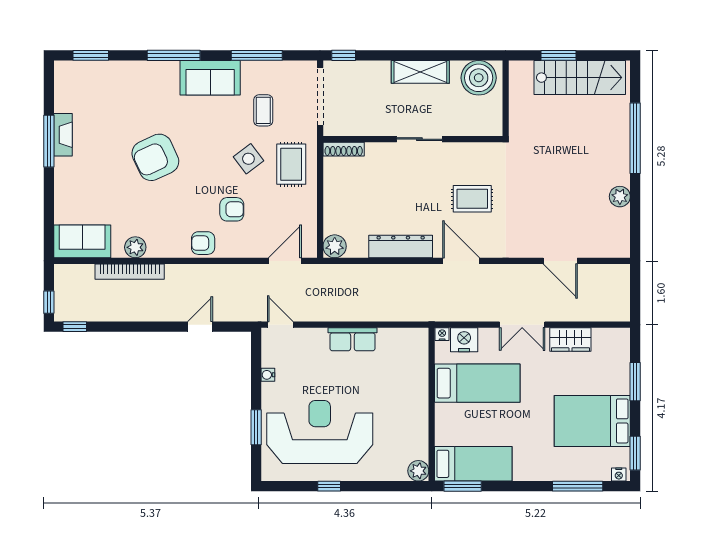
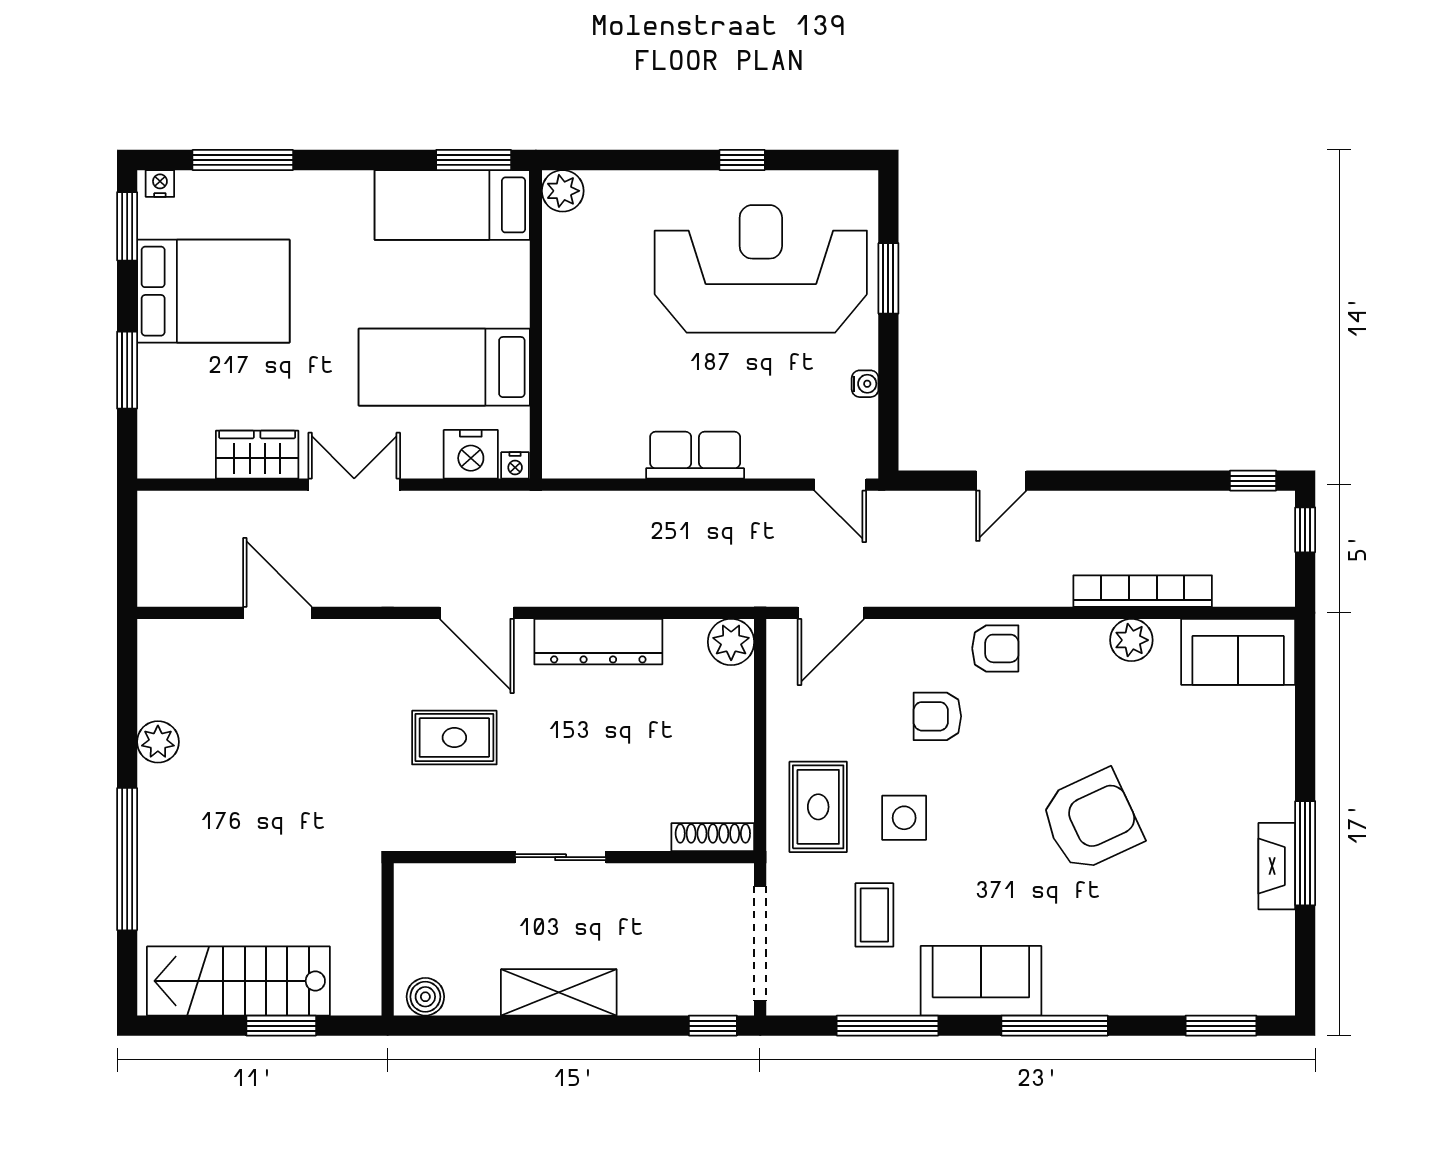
boiler: (479, 78) -> (425, 997), width x0.54, depth x0.54
side table: (248, 159) -> (904, 818), turned 37
reception desk: (320, 432) -> (761, 269), turned 180

